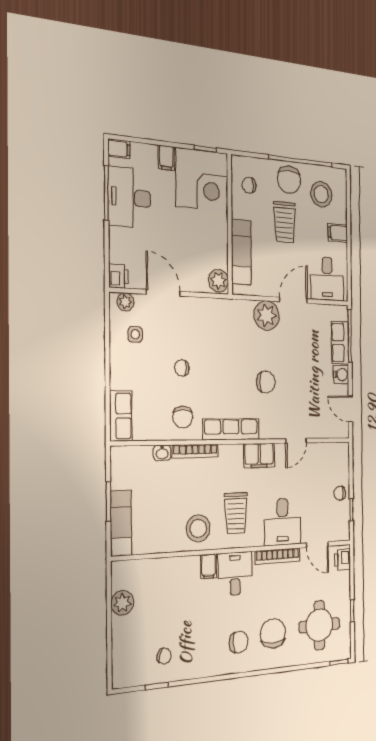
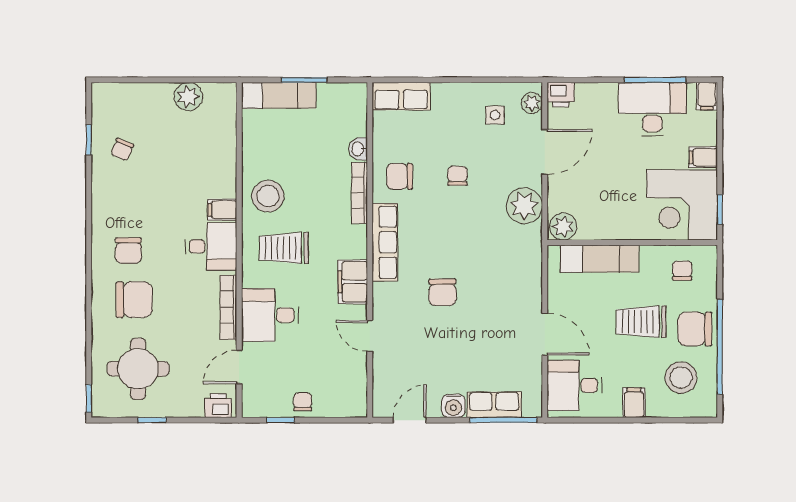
plant: (267, 315) -> (524, 206), moved

